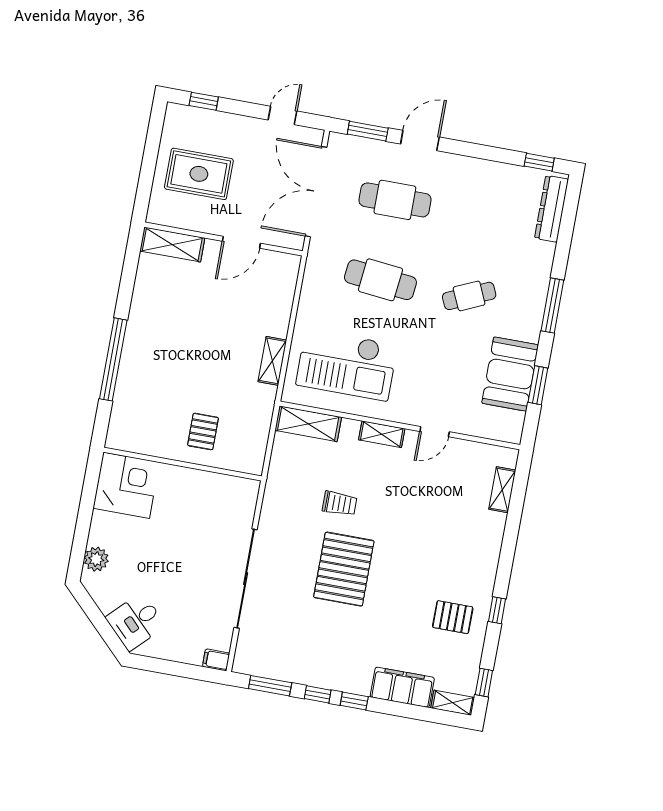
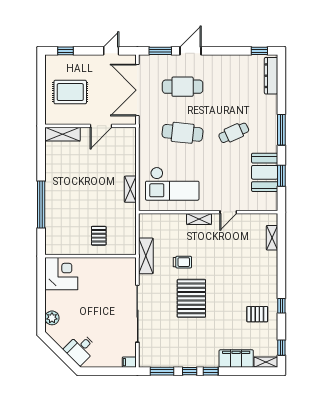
shelving: (308, 424) -> (146, 256), moved, turned 90

